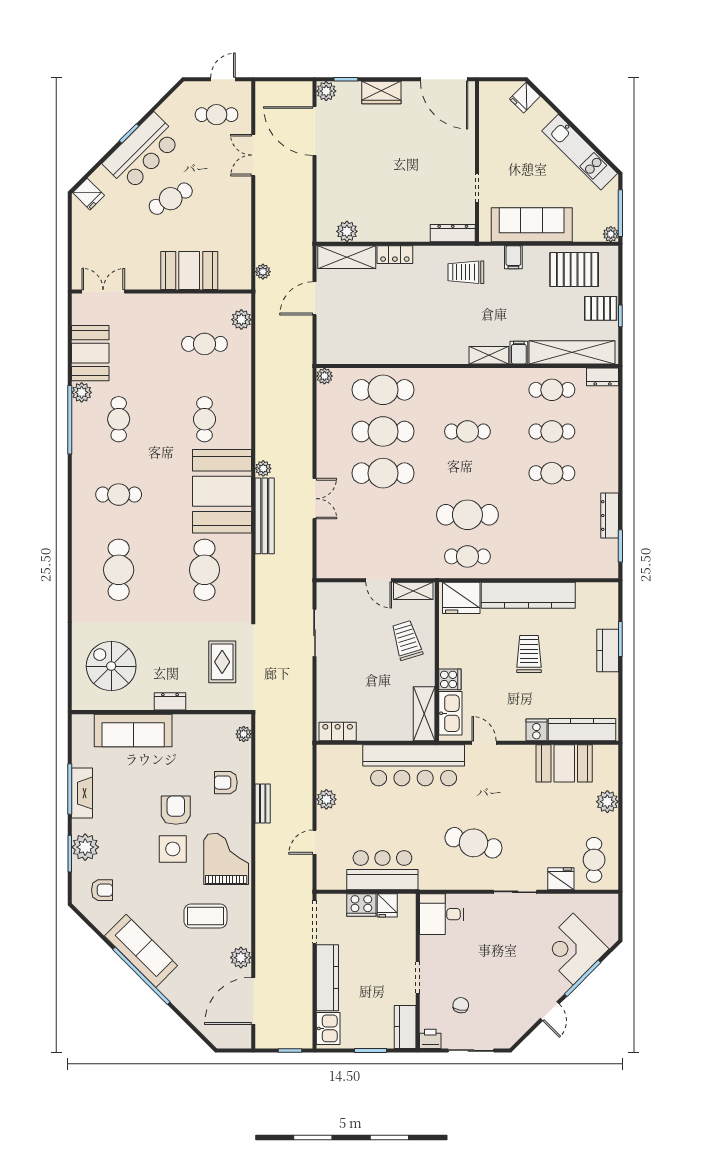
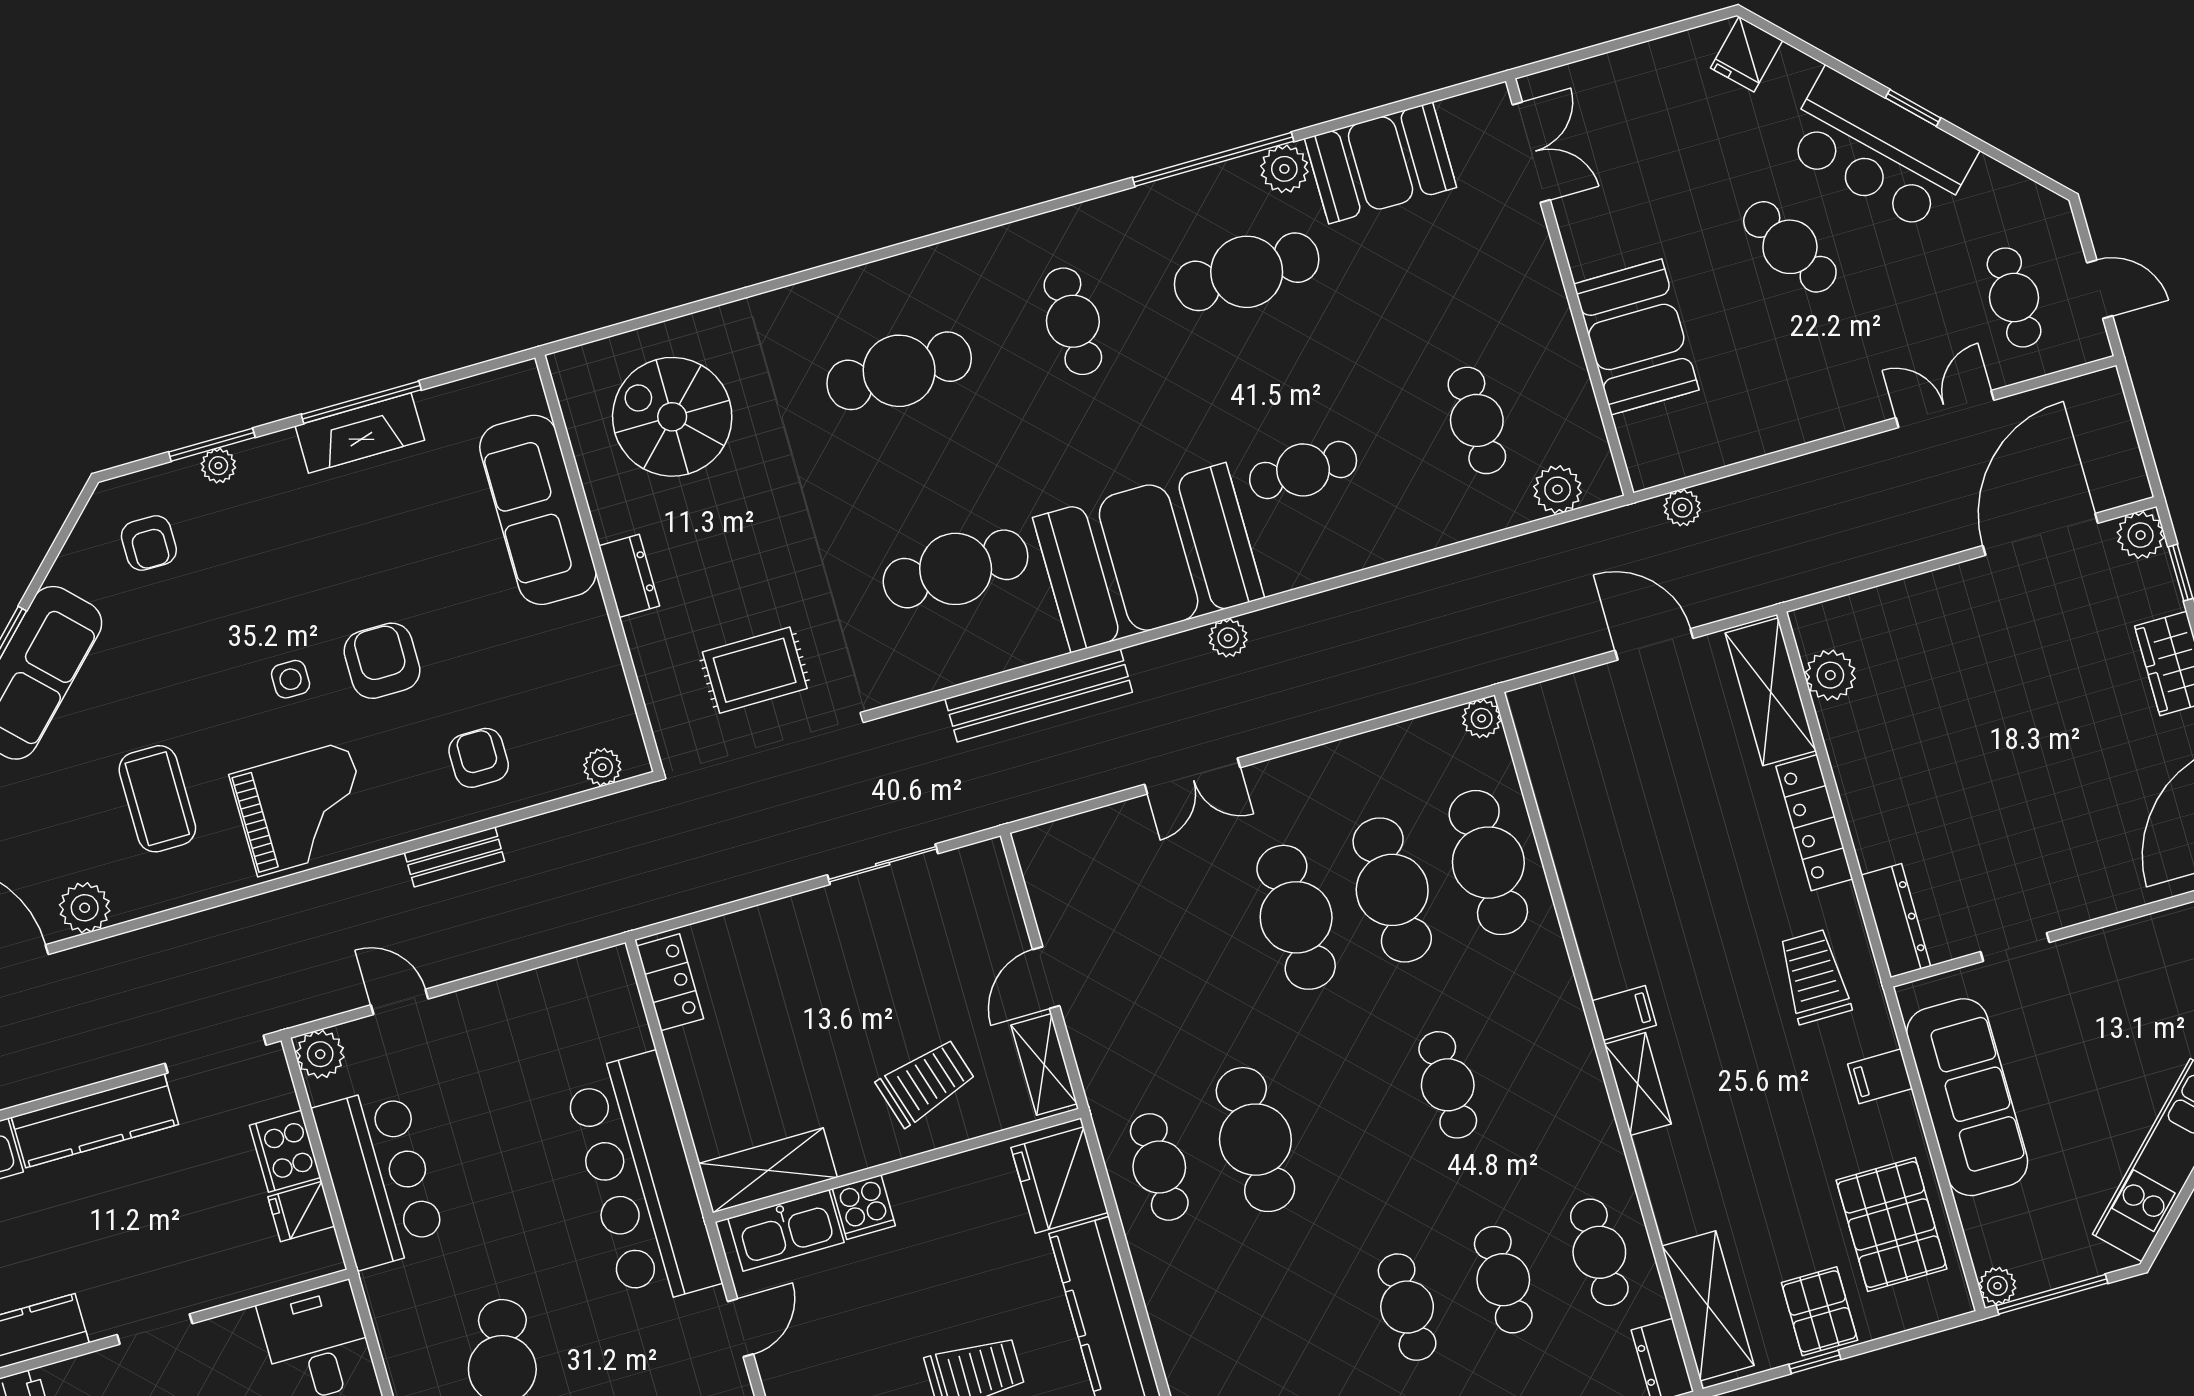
locker: (395, 255) -> (1814, 823), width x1.53
shelving: (572, 352) -> (1708, 1306), width x0.68
filing cabinet: (519, 353) -> (1624, 1013), moved
cafe table: (119, 419) -> (1247, 272), width x1.37, depth x1.35
bench: (265, 516) -> (1039, 695), moved
spiral stairs: (111, 666) -> (672, 417), turned -90
plant: (326, 799) -> (320, 1054), moved
armchair: (176, 810) -> (382, 661), turned -90
plant: (85, 847) -> (218, 466), width x0.53, depth x0.53
side table: (173, 849) -> (291, 679), width x0.54, depth x0.54

